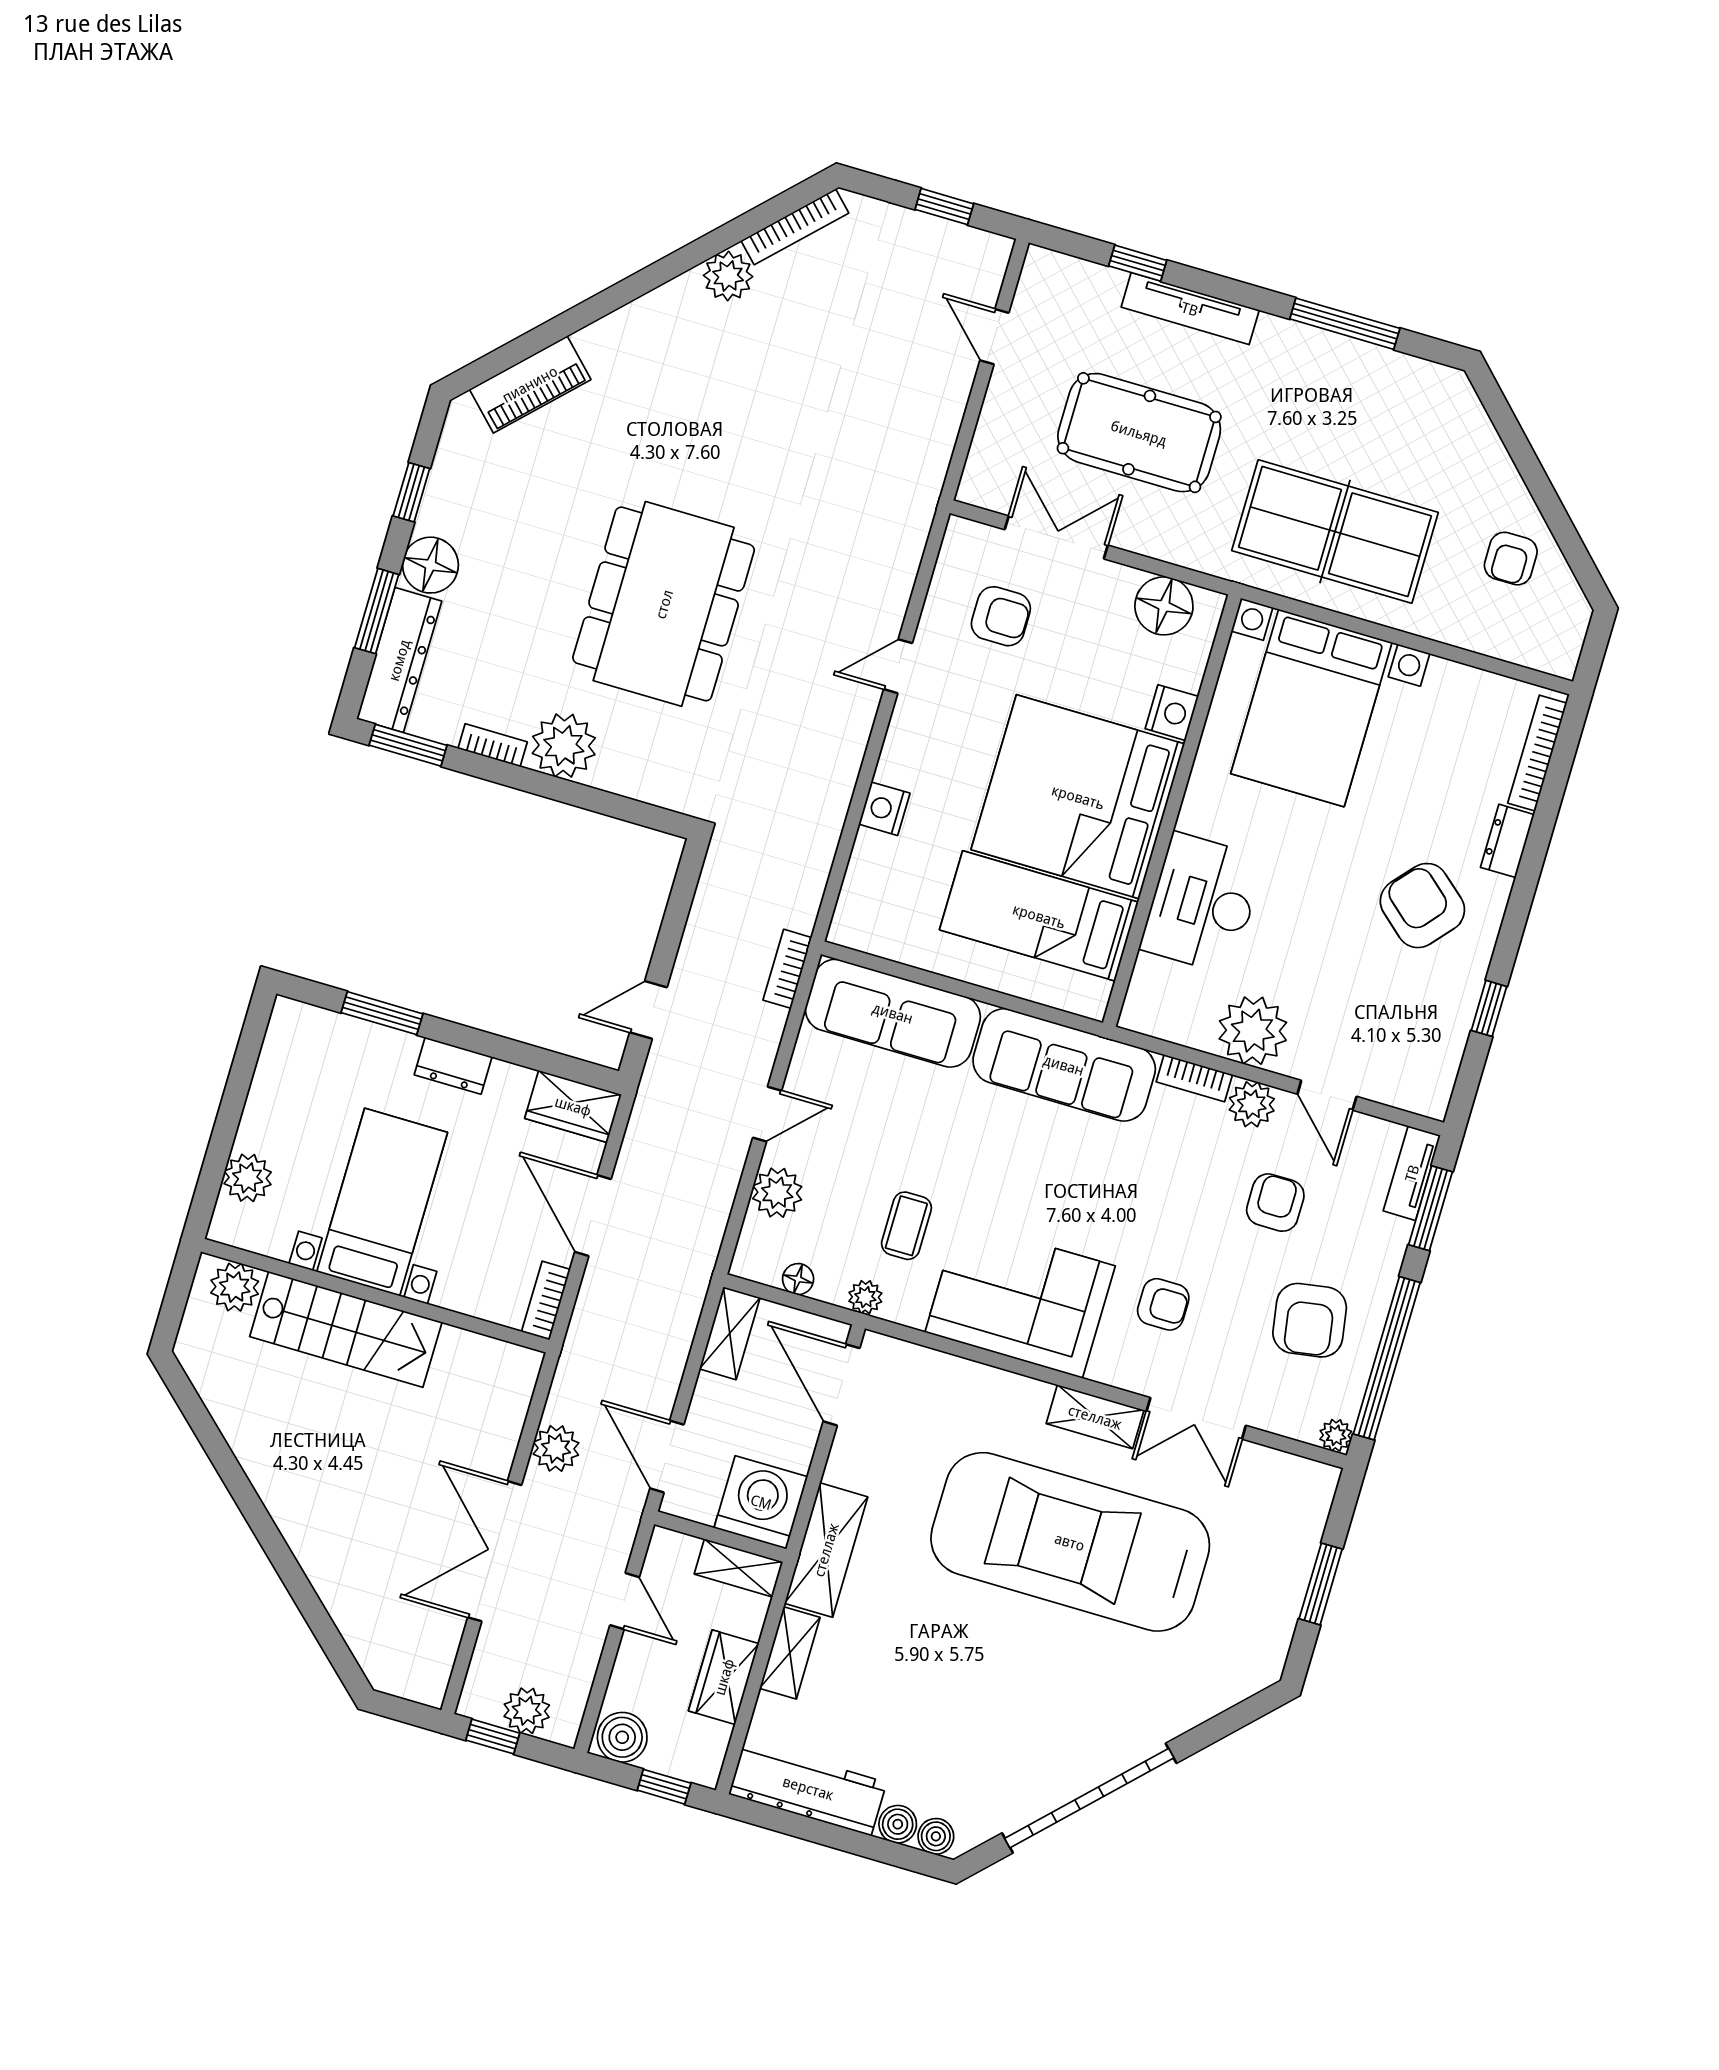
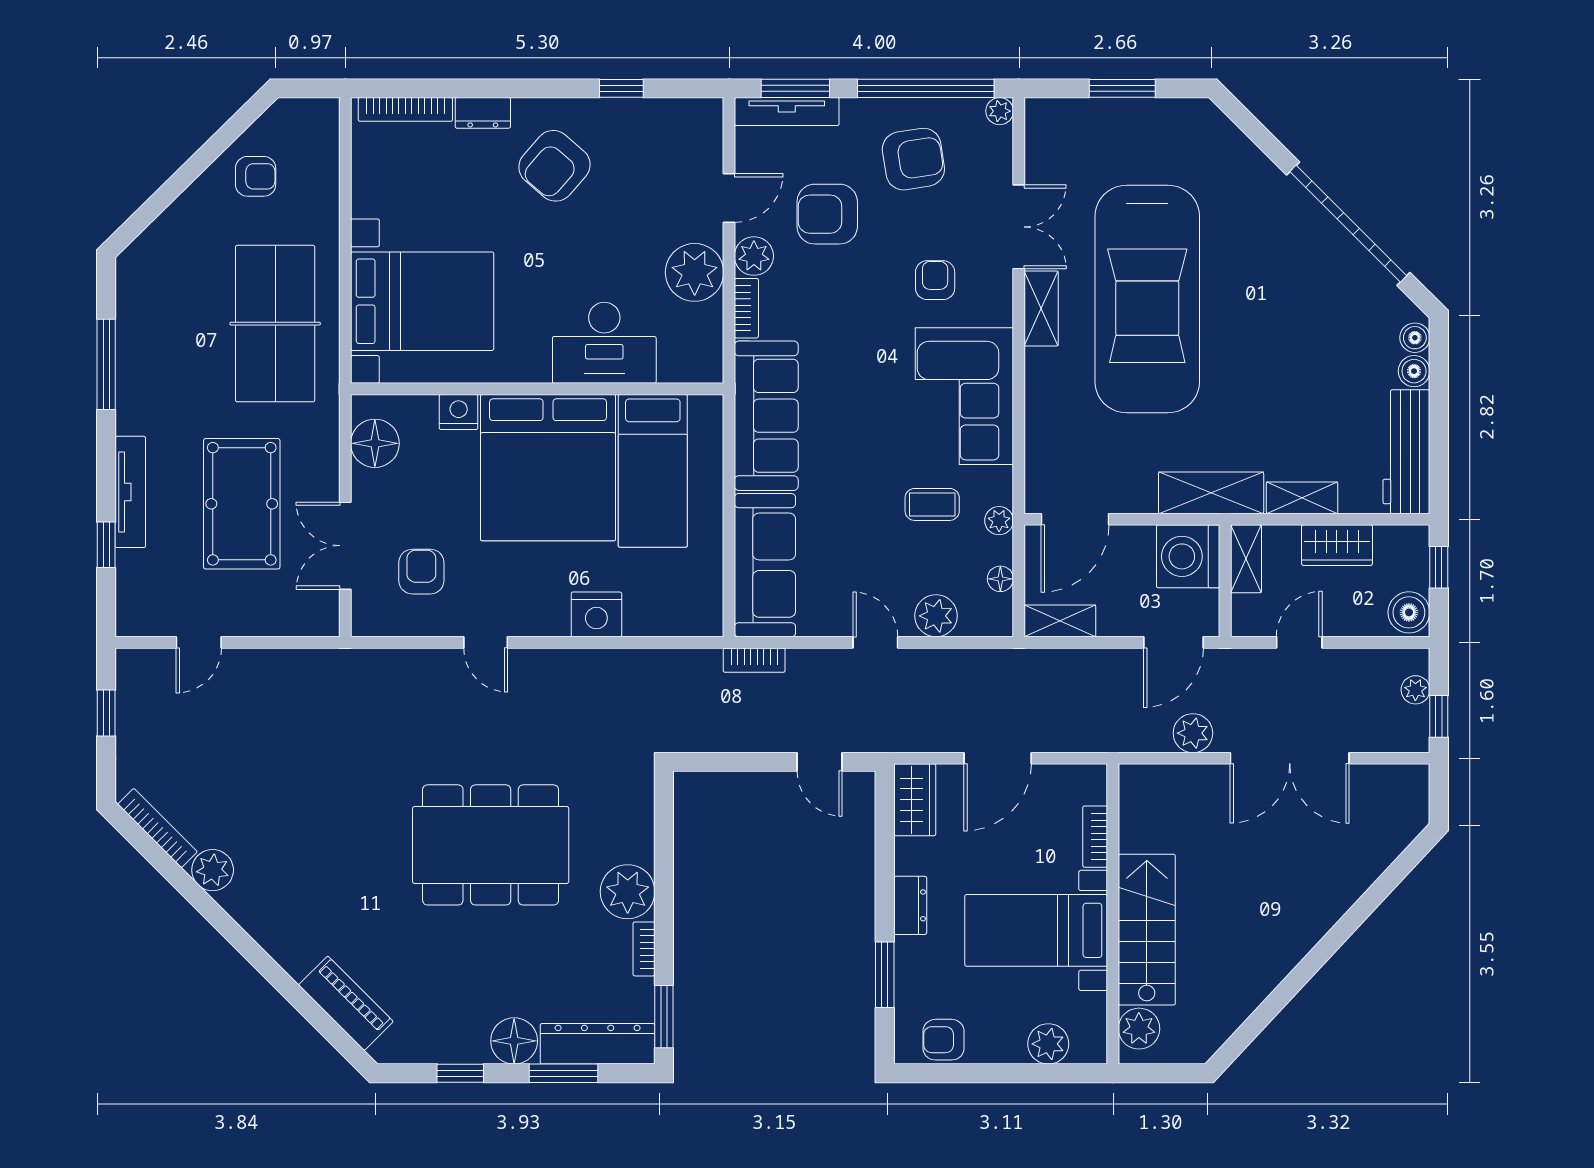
nightstand: (884, 809) -> (596, 614), width x1.36, depth x1.33
armchair: (288, 1059) -> (944, 1040), added
tv unit: (1412, 1173) -> (787, 112), width x1.41
armchair: (1275, 1203) -> (827, 214), width x1.38, depth x1.38
bookcase: (546, 1301) -> (1095, 837), moved, turned 90
plant: (527, 1711) -> (1415, 690), width x0.73, depth x0.73

